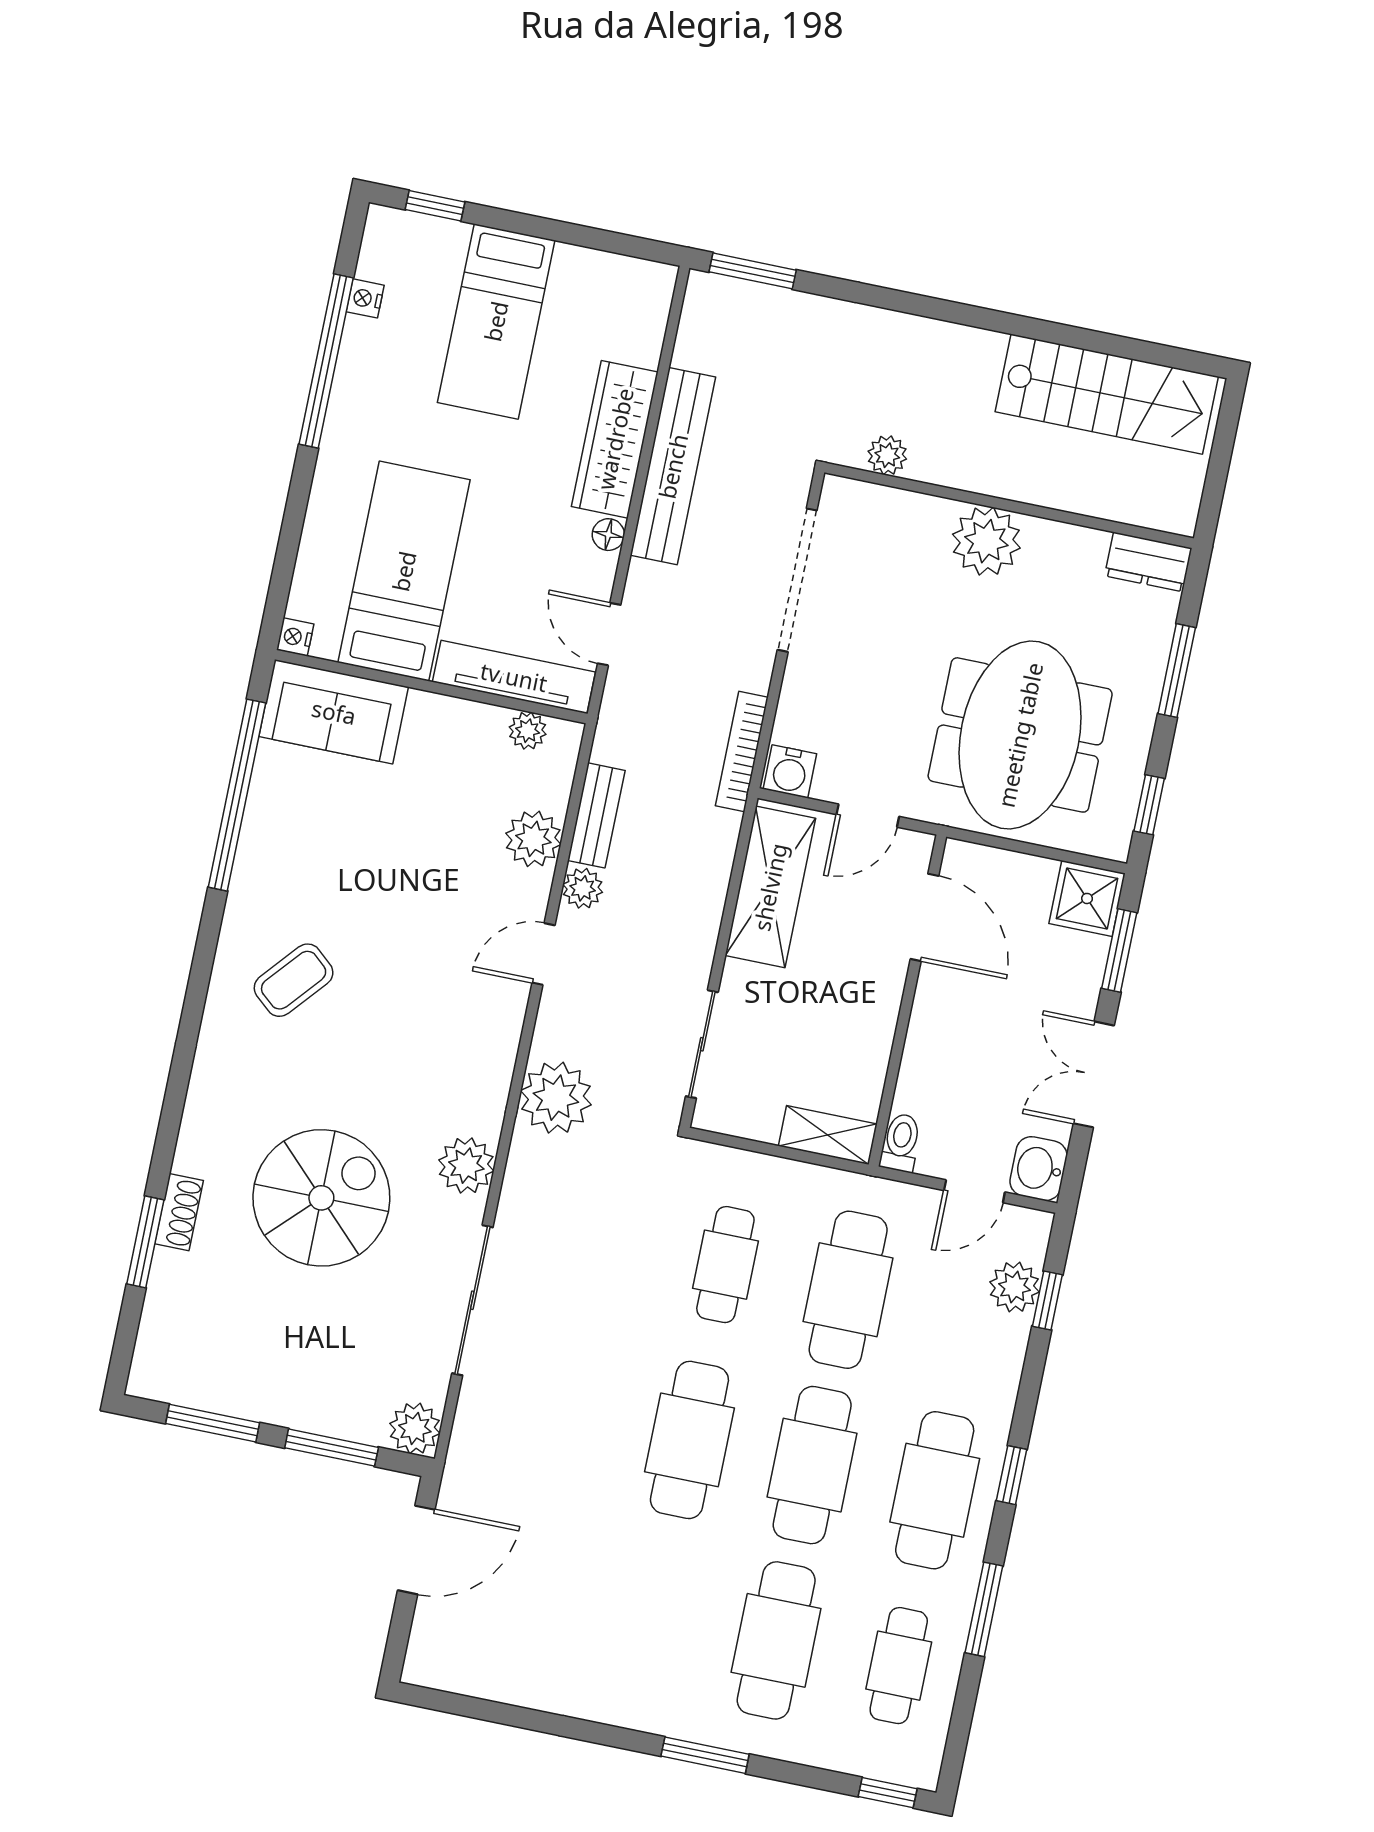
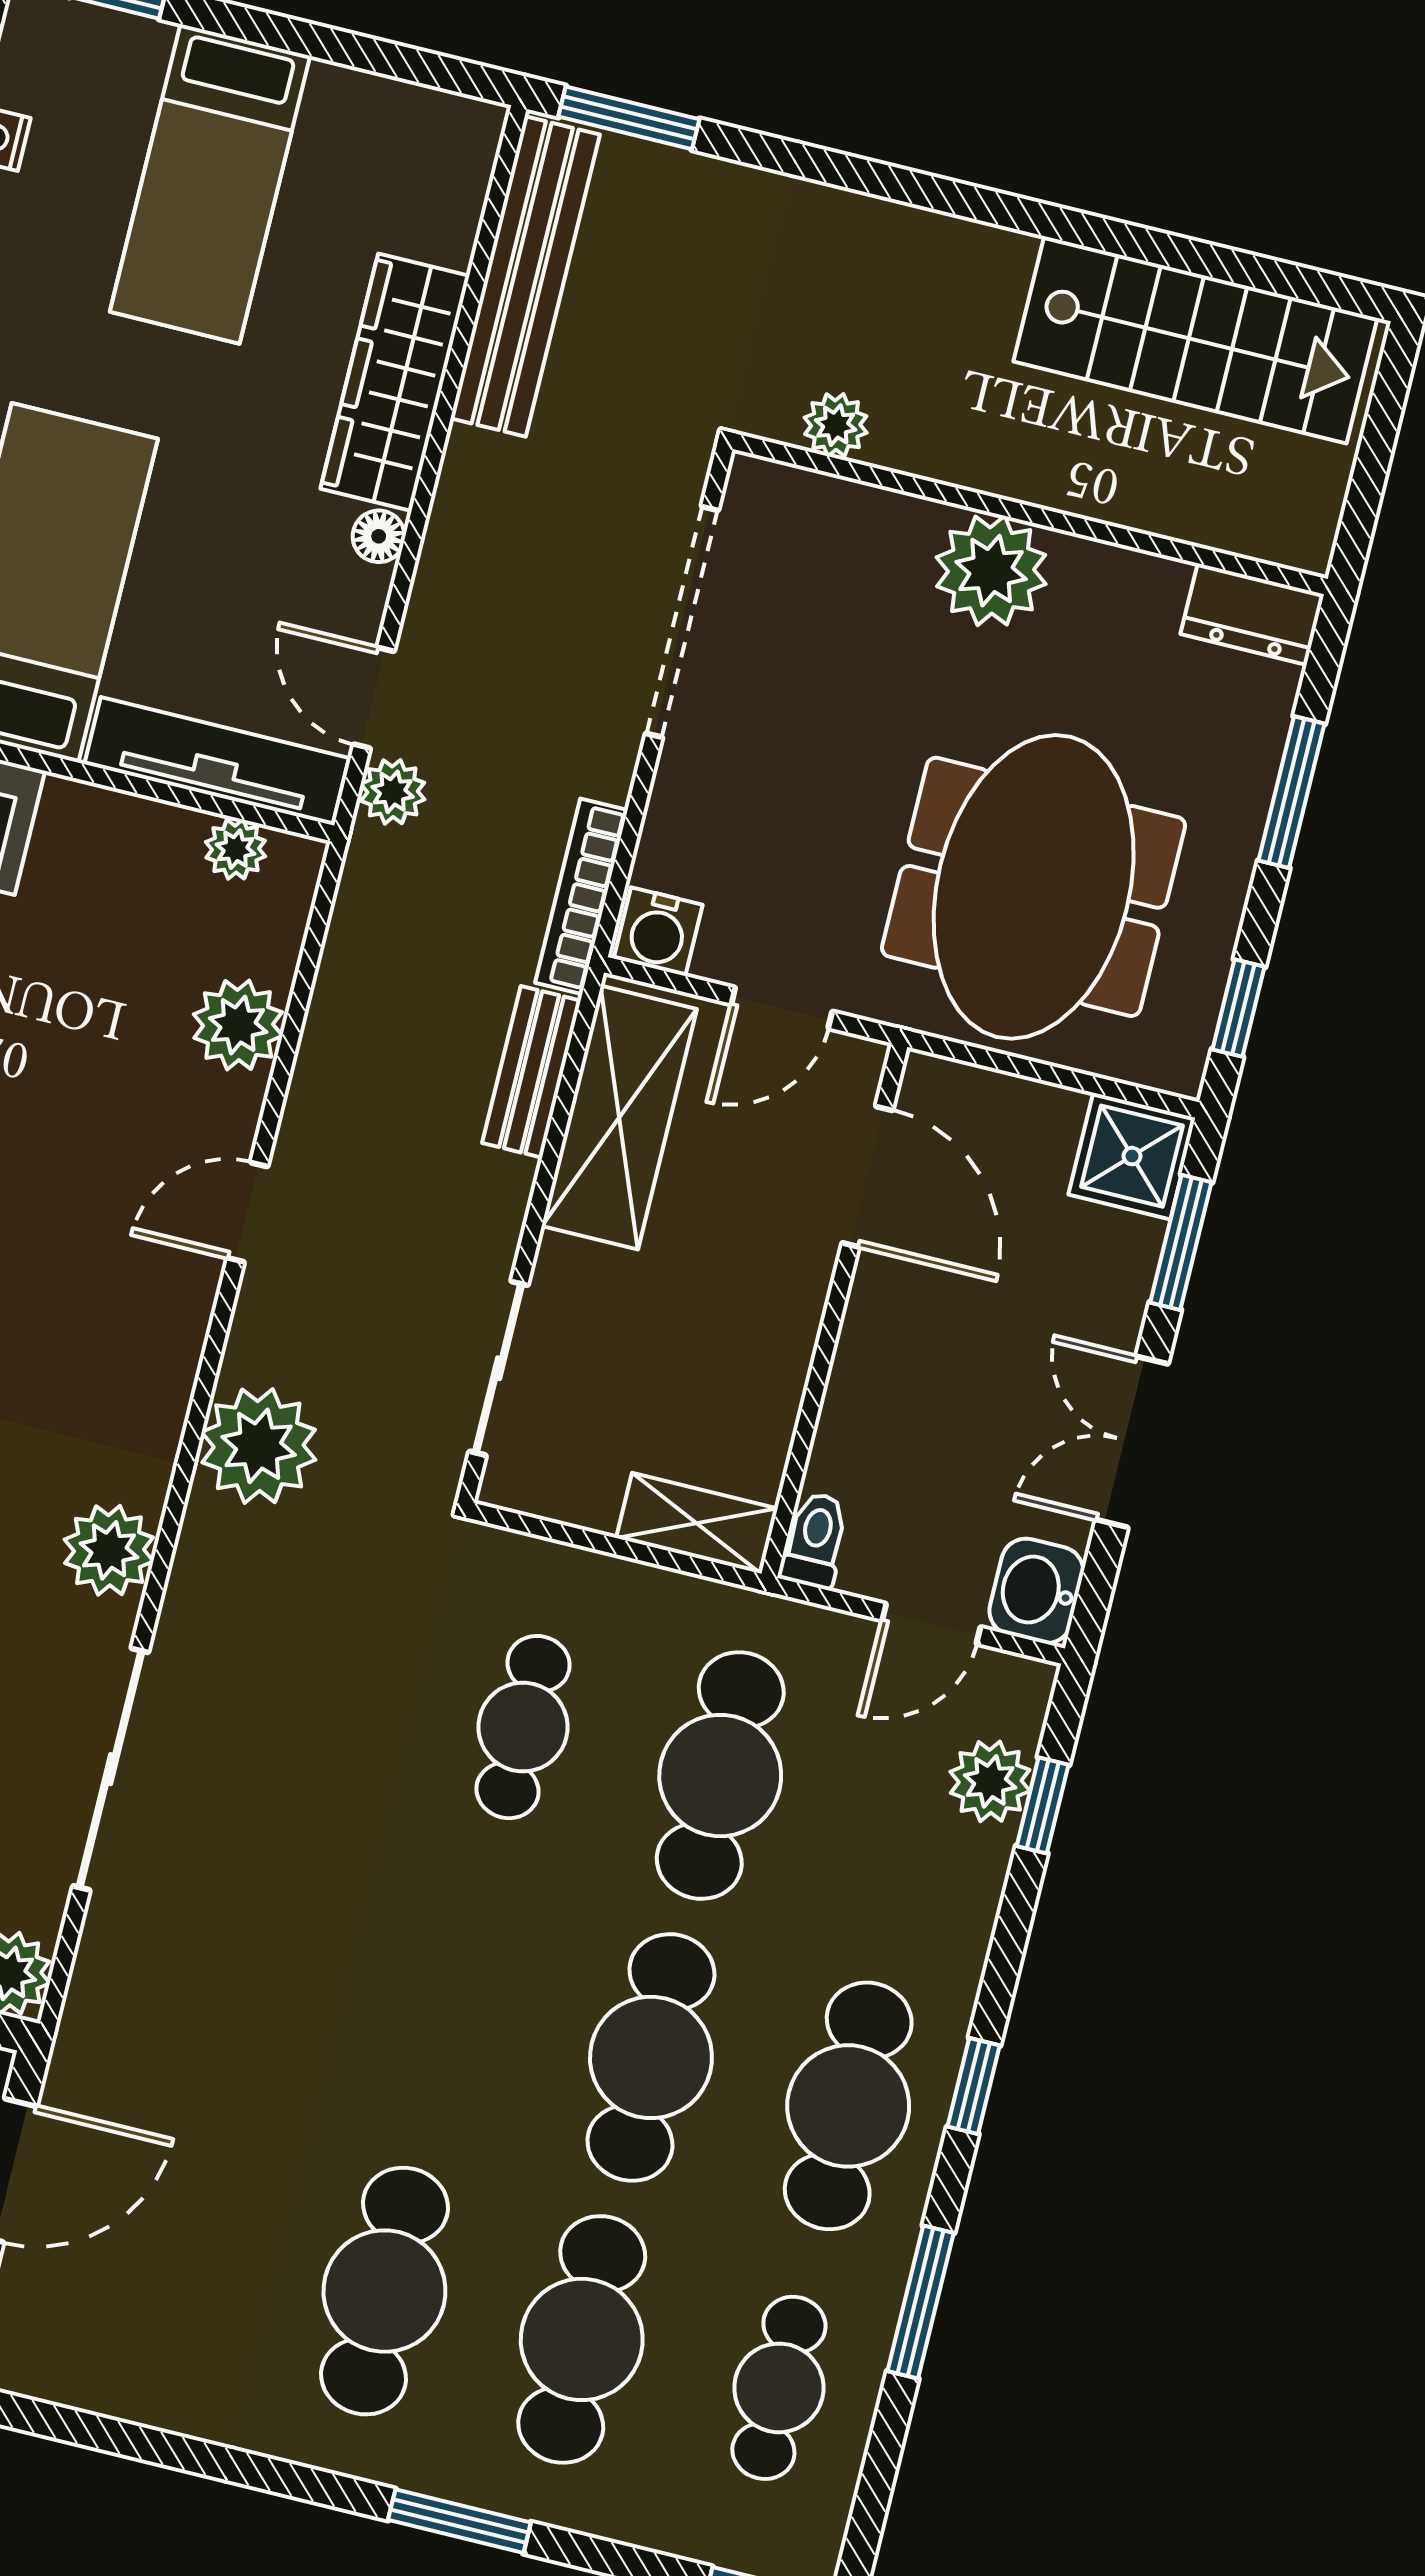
bench: (673, 466) -> (525, 276), moved
bench: (596, 815) -> (532, 1072), moved
plant: (583, 888) -> (393, 792), moved
cafe table: (689, 1440) -> (384, 2291), moved

